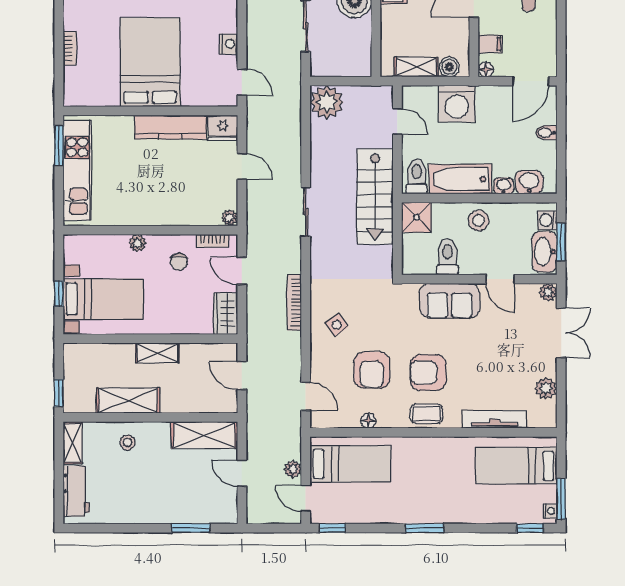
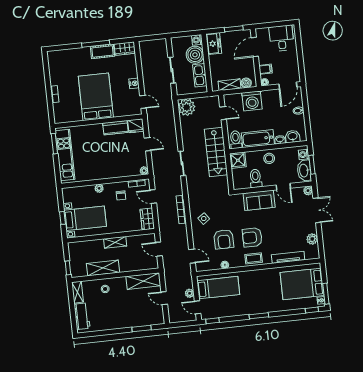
kitchen sink: (360, 42) -> (200, 75), added
kitchen counter: (170, 127) -> (115, 128), width x0.67
bed: (516, 466) -> (302, 284), width x1.50

